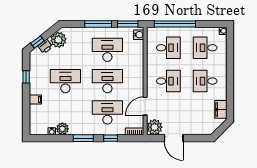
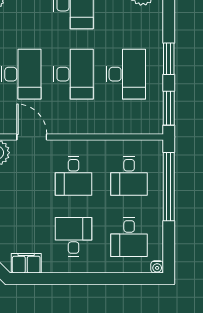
window: (98, 24) -> (169, 59), width x0.69
water cooler: (139, 35) -> (151, 126), removed
desk: (205, 48) -> (129, 237), turned 180

